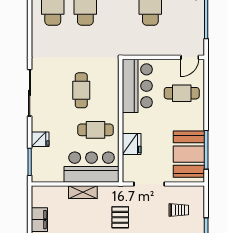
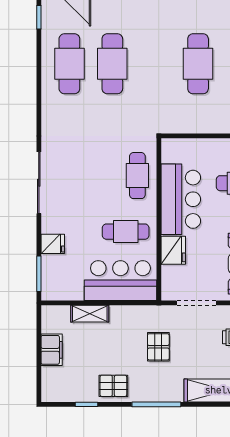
bar counter: (137, 86) -> (181, 199), moved
cafe table: (81, 90) -> (137, 176), moved
shelving: (83, 192) -> (90, 314), moved

